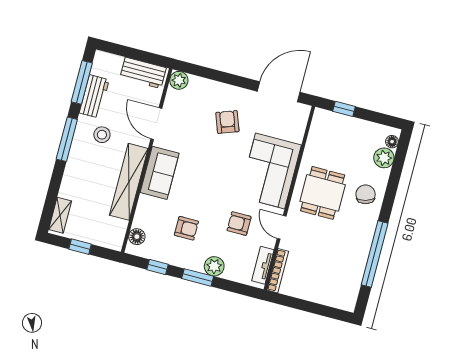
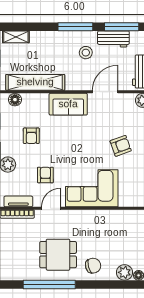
shelving: (129, 182) -> (35, 82), moved
dining table: (323, 193) -> (58, 255), moved

